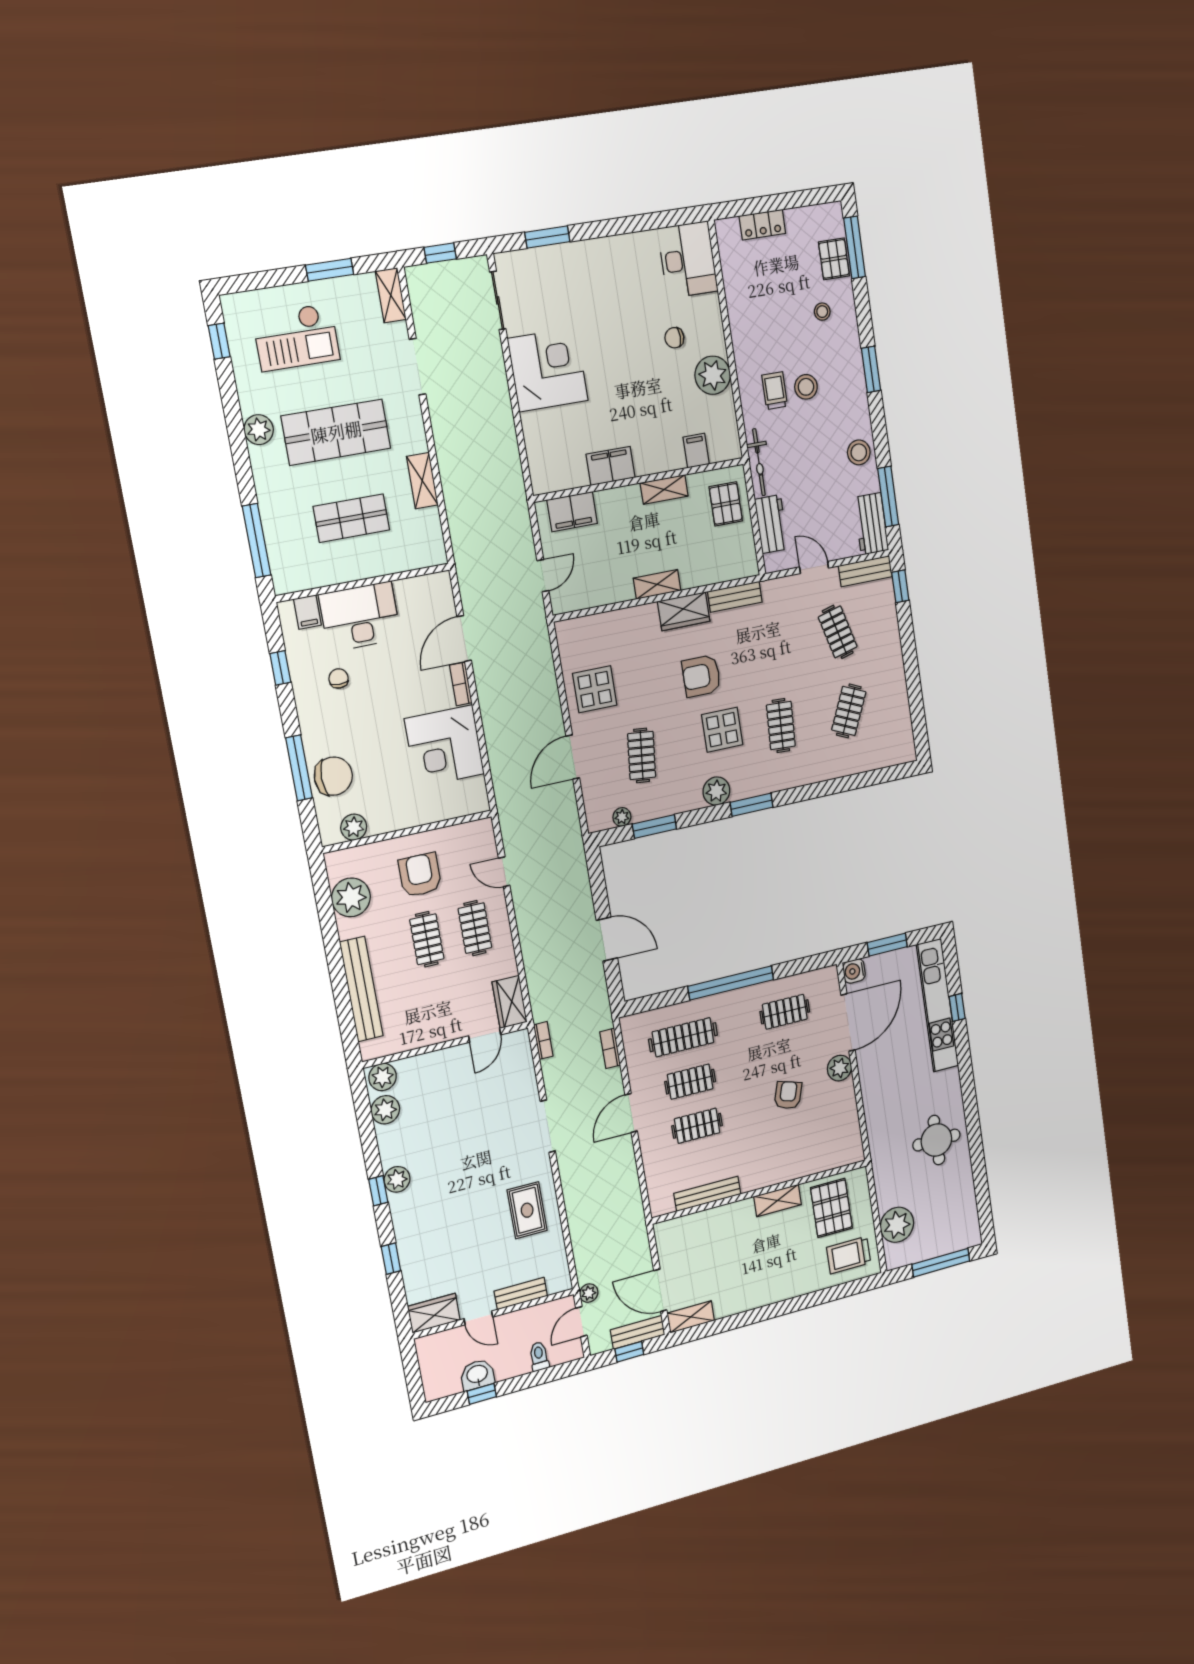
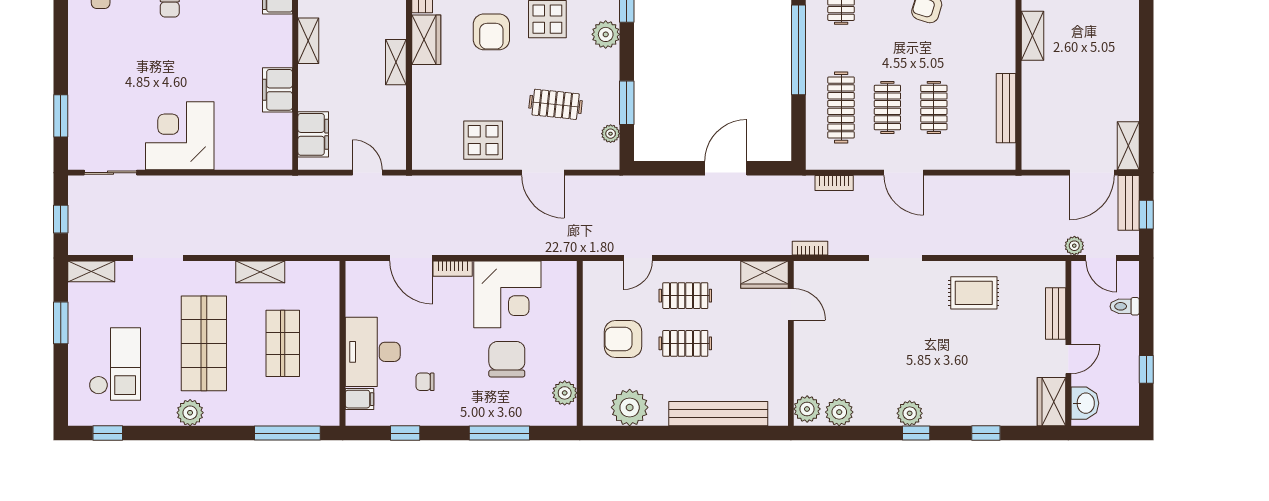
chair: (333, 776) -> (507, 359), moved
washbasin: (477, 1375) -> (1085, 403), moved, turned 180

